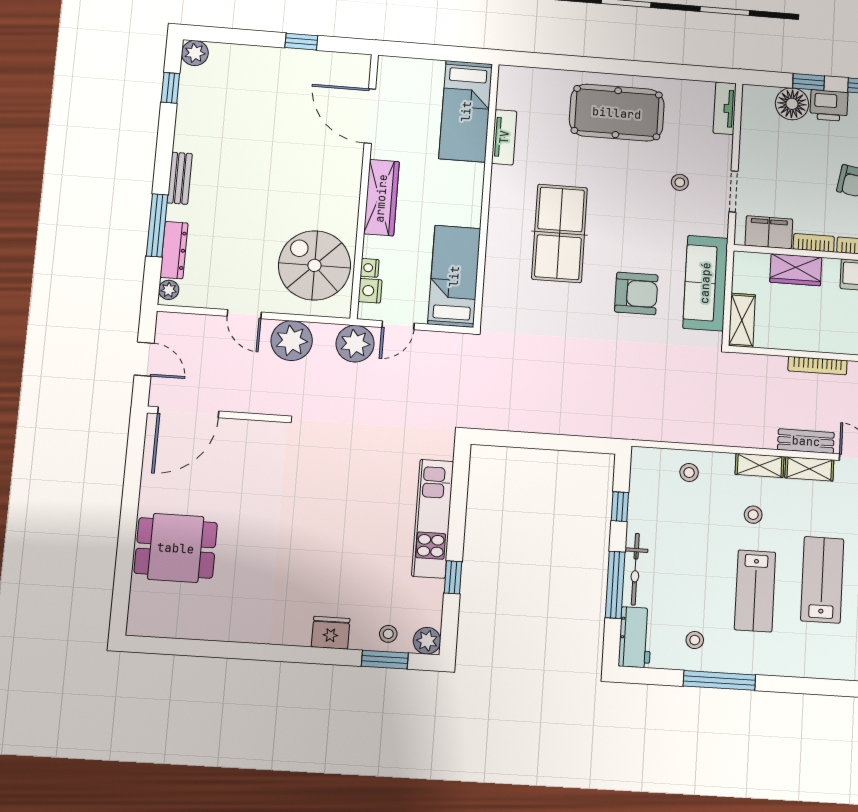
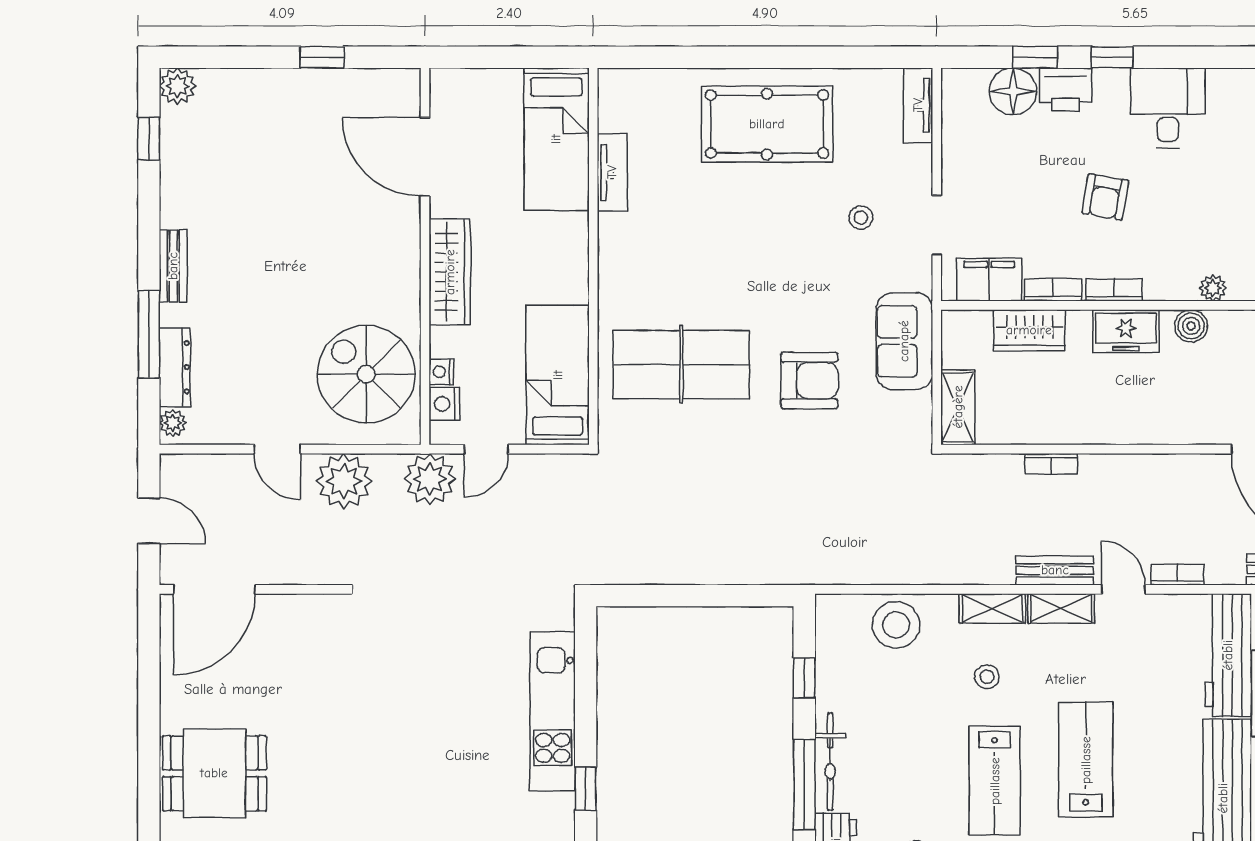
table tennis table: (560, 233) -> (681, 364), moved, turned 90
sofa: (705, 283) -> (904, 341), width x0.73
bookcase: (817, 366) -> (1051, 464), width x0.64
stool: (689, 473) -> (896, 625), width x1.89, depth x1.89

